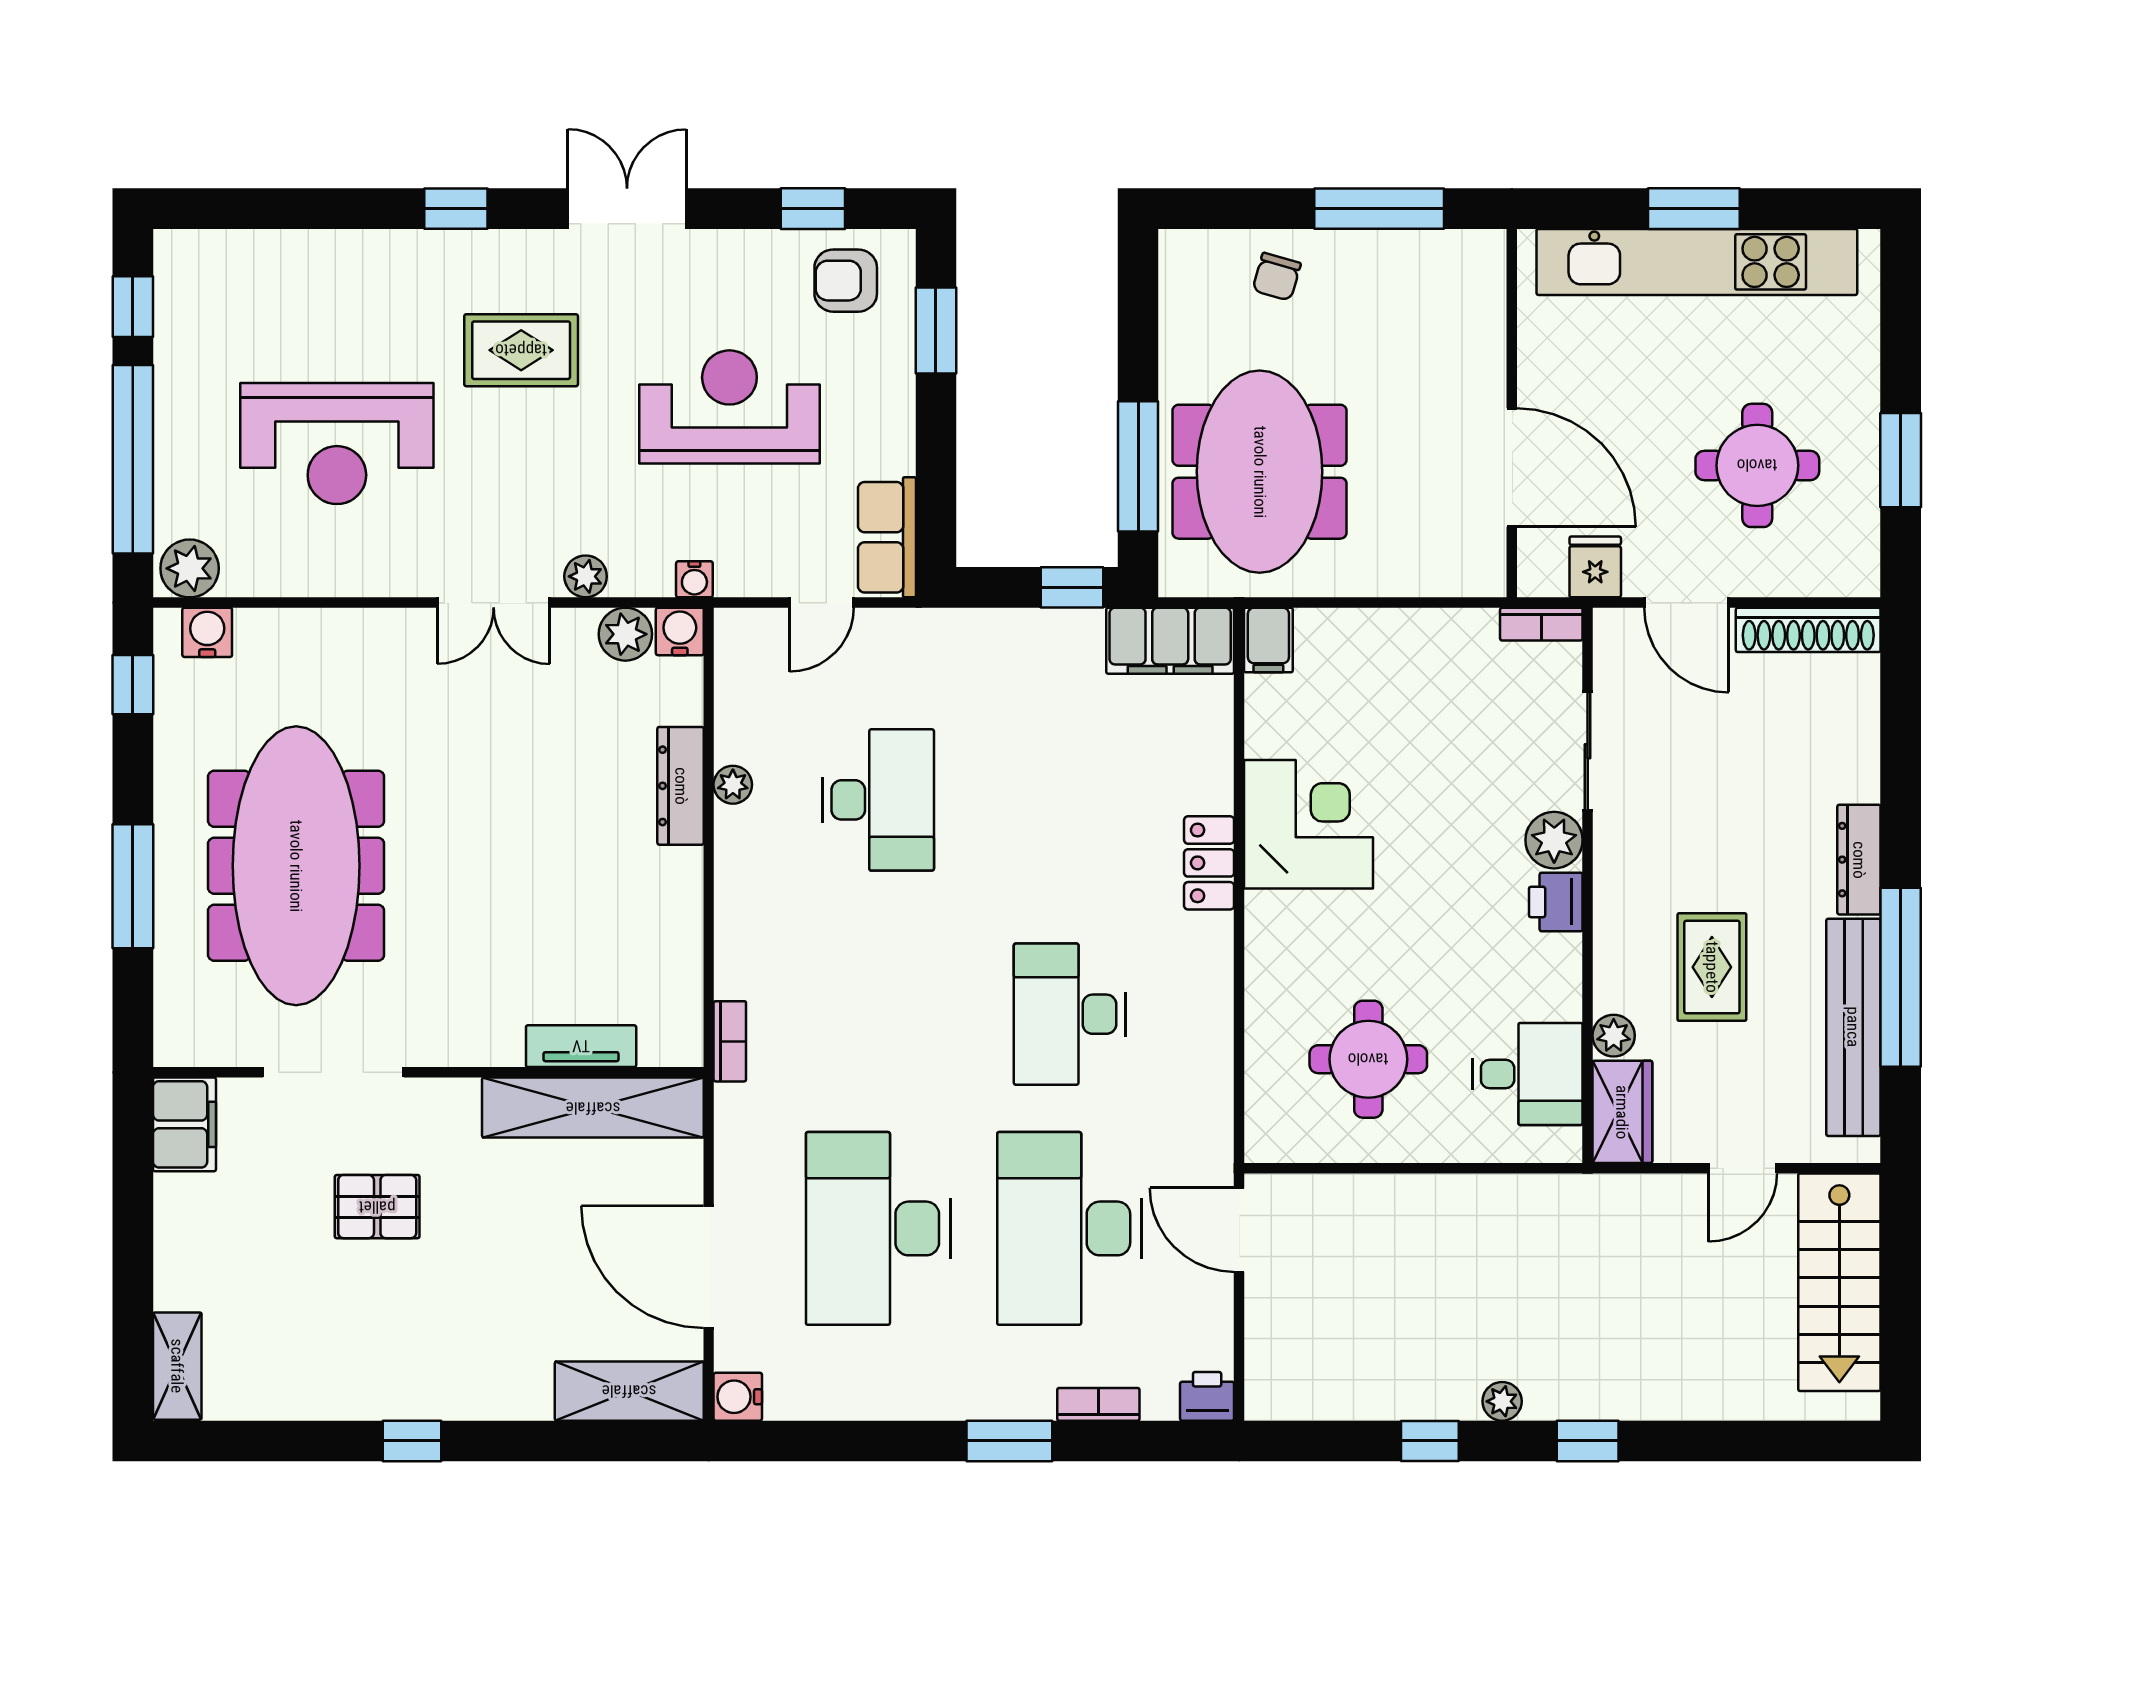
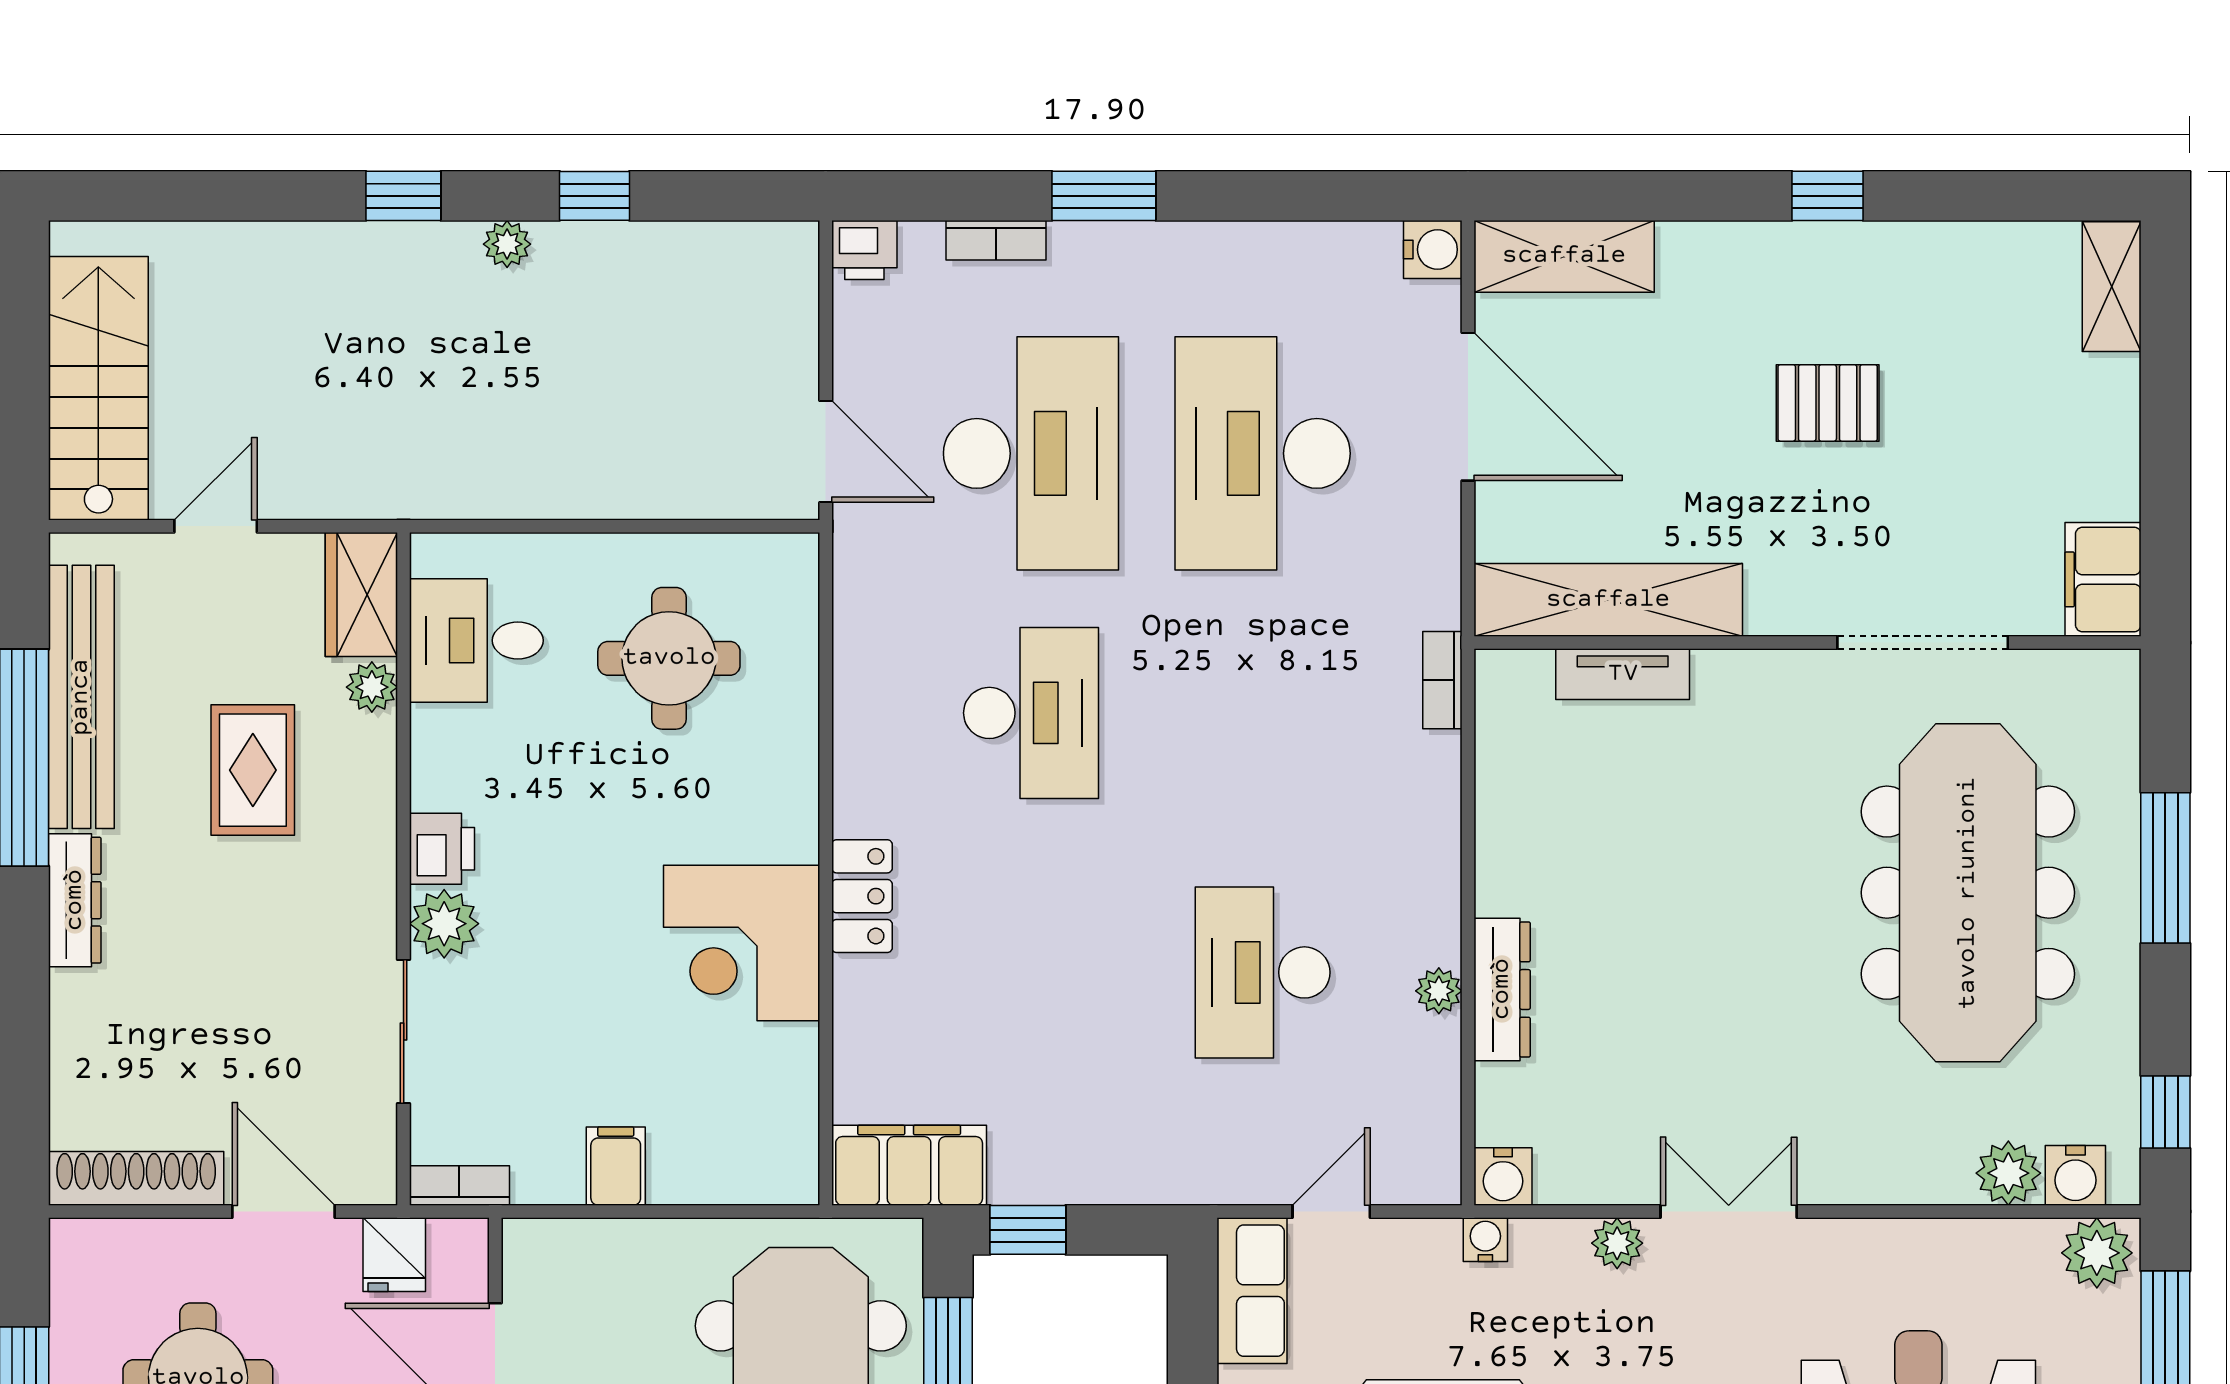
plant: (625, 634) -> (2008, 1173), moved
filing cabinet: (1268, 640) -> (616, 1166), moved
pallet: (377, 1207) -> (1828, 403), moved
desk: (878, 1228) -> (1263, 453), turned 180

